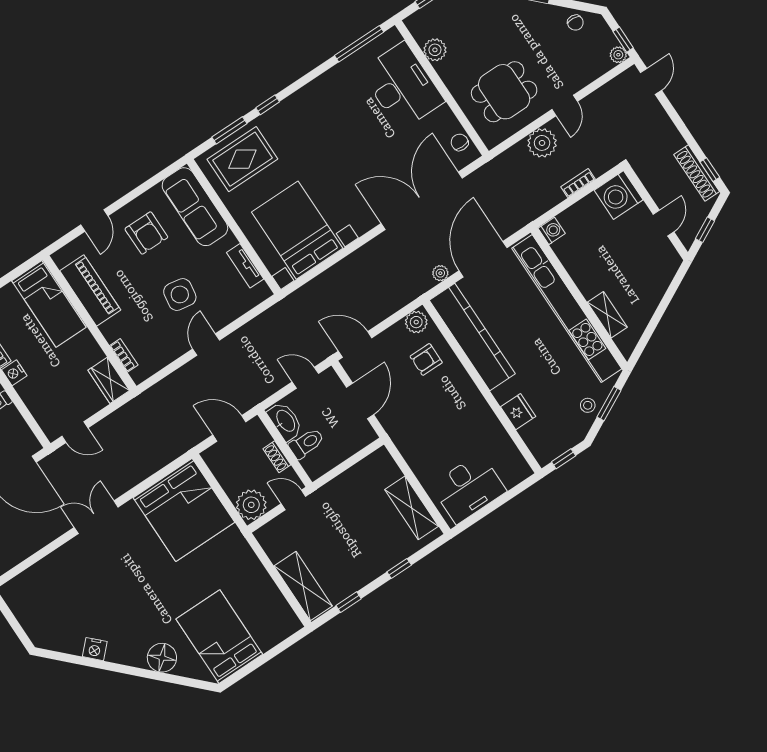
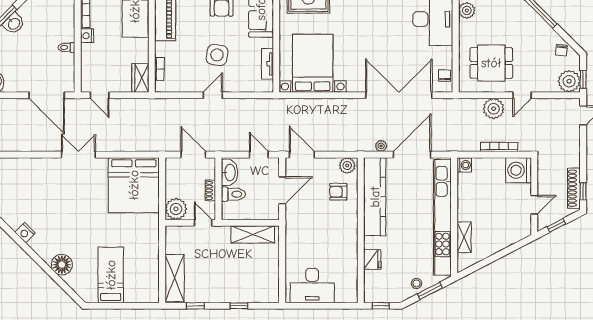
plant: (618, 55) -> (569, 81), width x1.88, depth x1.88
bookcase: (578, 183) -> (499, 147), width x1.56
shelving: (412, 508) -> (253, 234), moved, turned 90
bed: (219, 637) -> (111, 275), width x0.67

